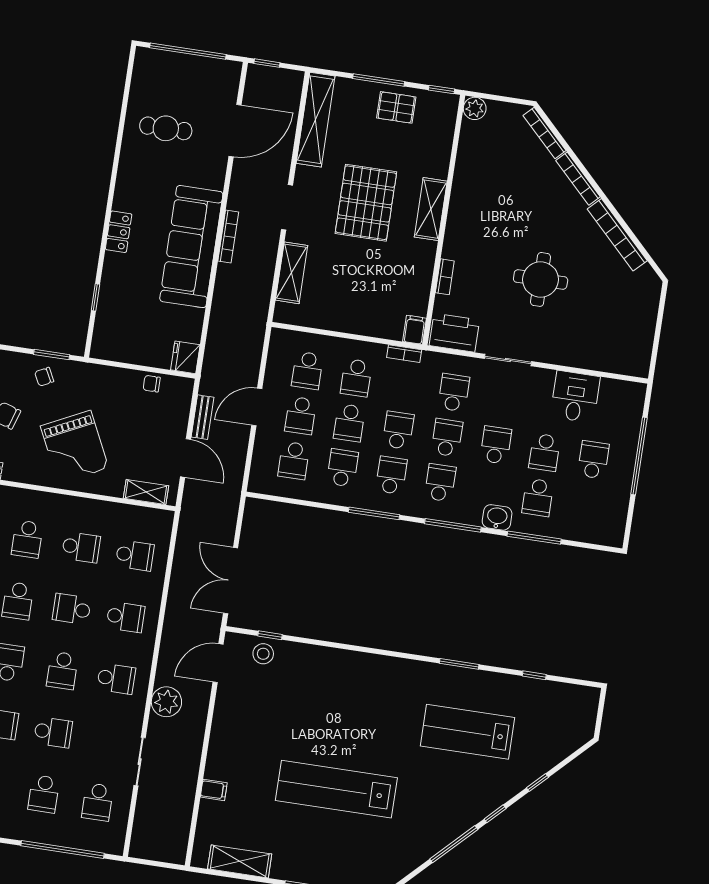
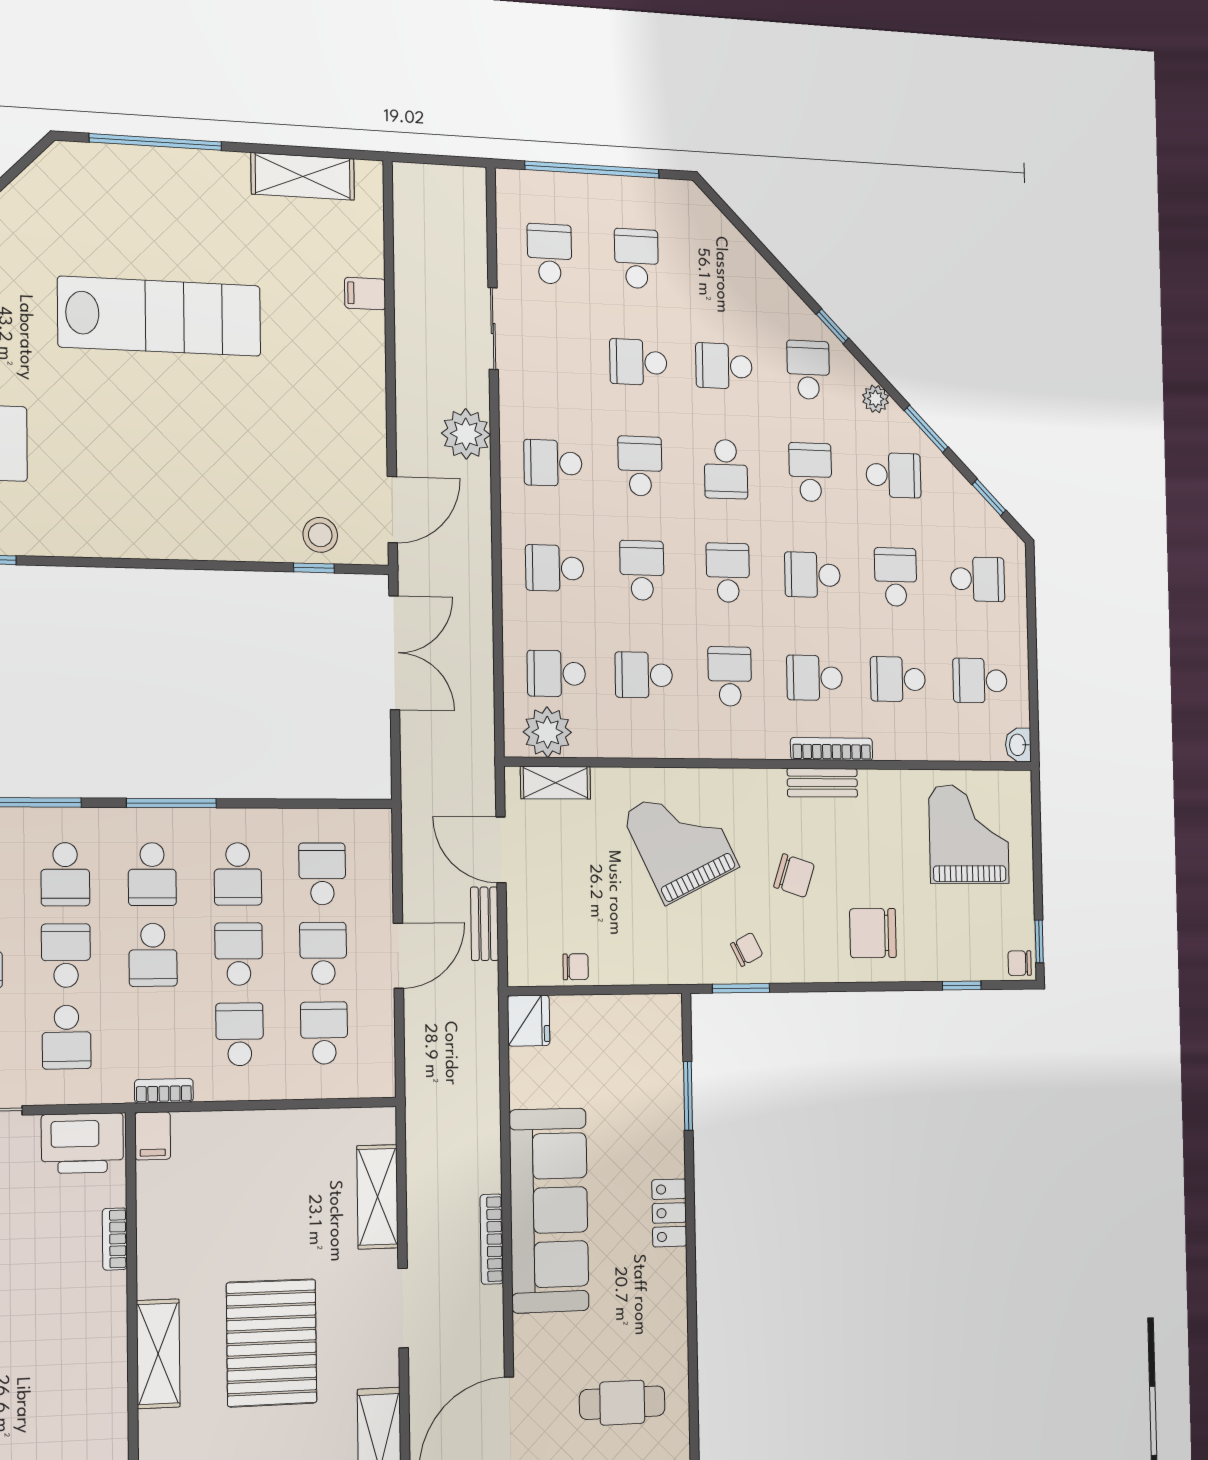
window: (95, 297) -> (688, 1096), width x1.50
school desk: (447, 438) -> (66, 956), turned 180
plant: (146, 522) -> (547, 732), added
school desk: (72, 609) -> (642, 570), turned -90

